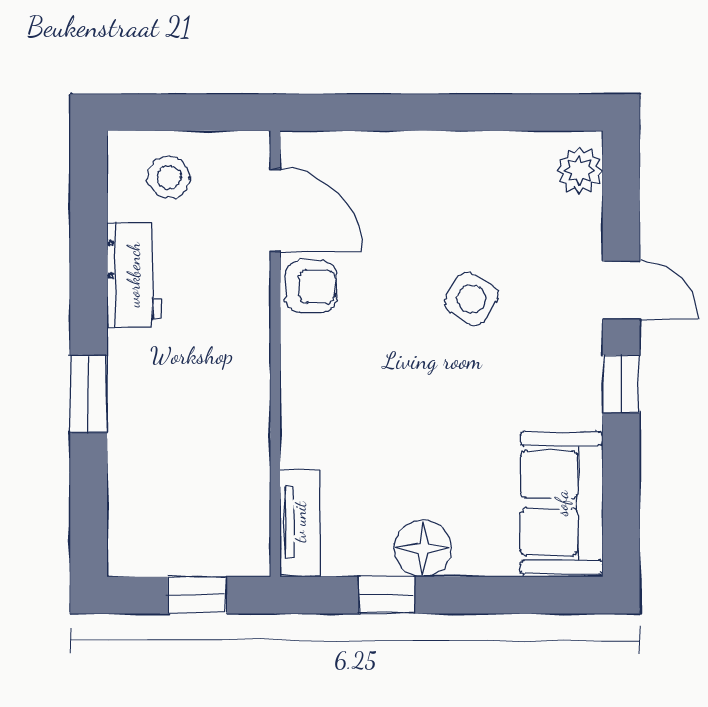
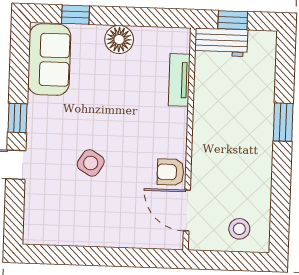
plant: (579, 170) -> (35, 225), removed
workbench: (134, 275) -> (221, 42), moved, turned -90
tv unit: (300, 522) -> (179, 80), moved
window: (387, 595) -> (75, 15), moved

